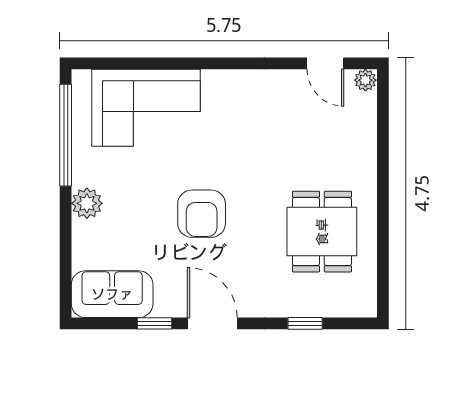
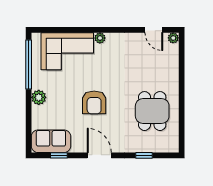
plant: (214, 80) -> (100, 38), added
window: (154, 323) -> (59, 155), moved

